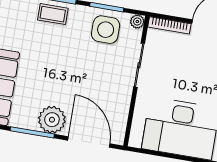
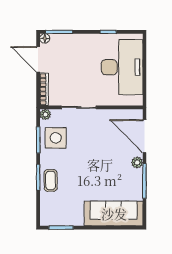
plant: (52, 120) -> (137, 162), width x0.53, depth x0.53
door: (89, 142) -> (144, 136), hinge flipped

